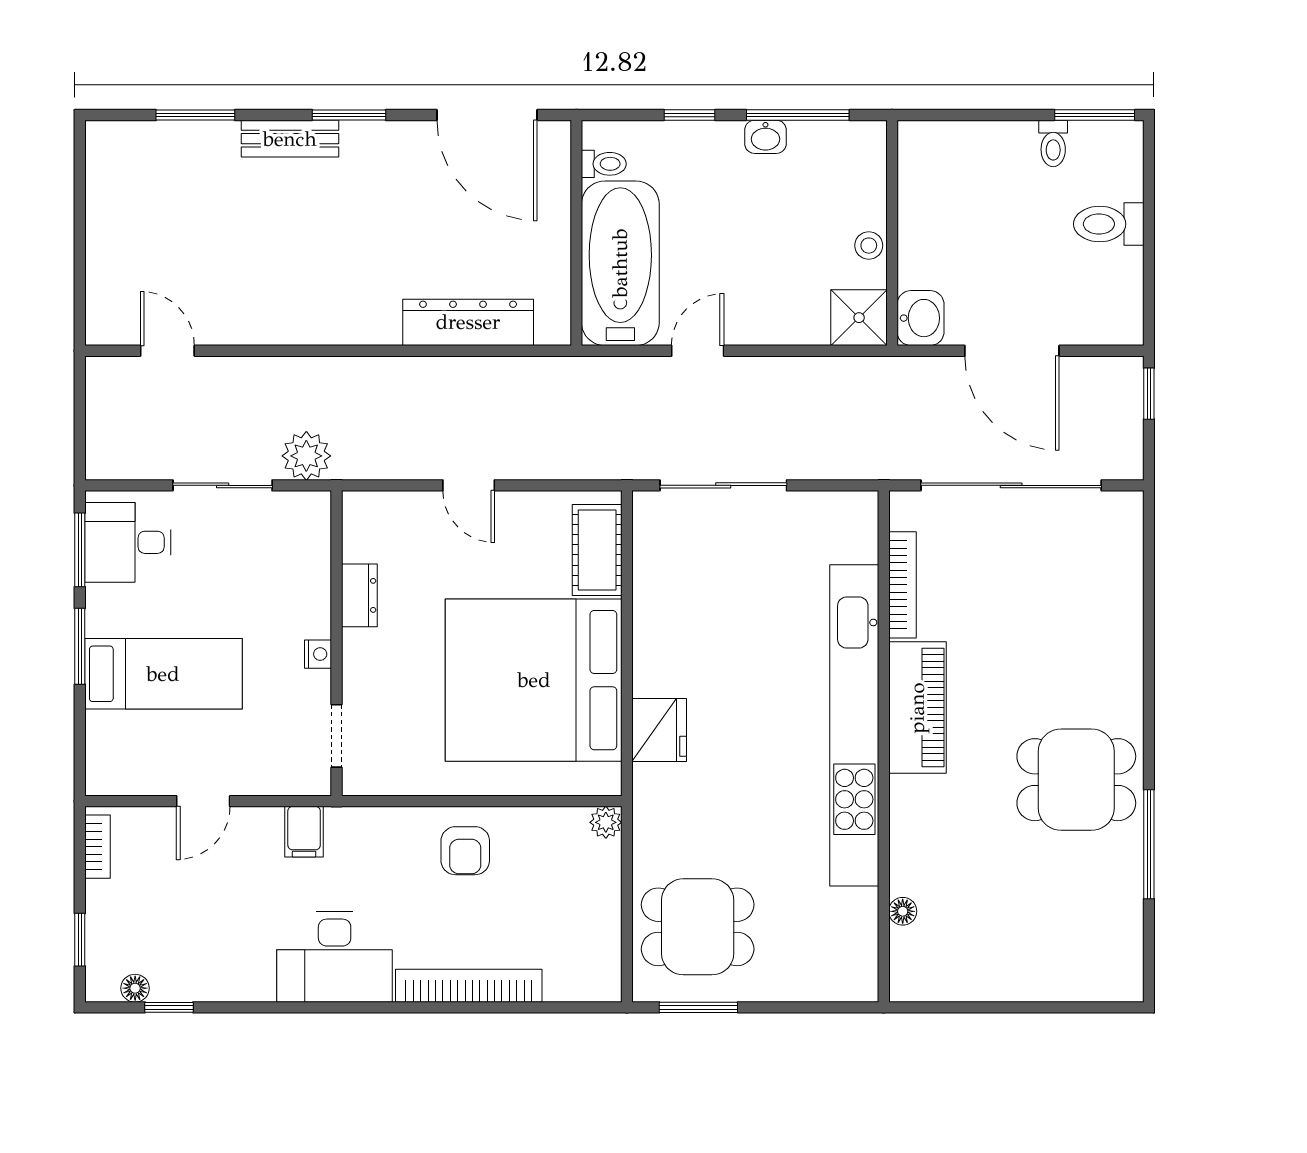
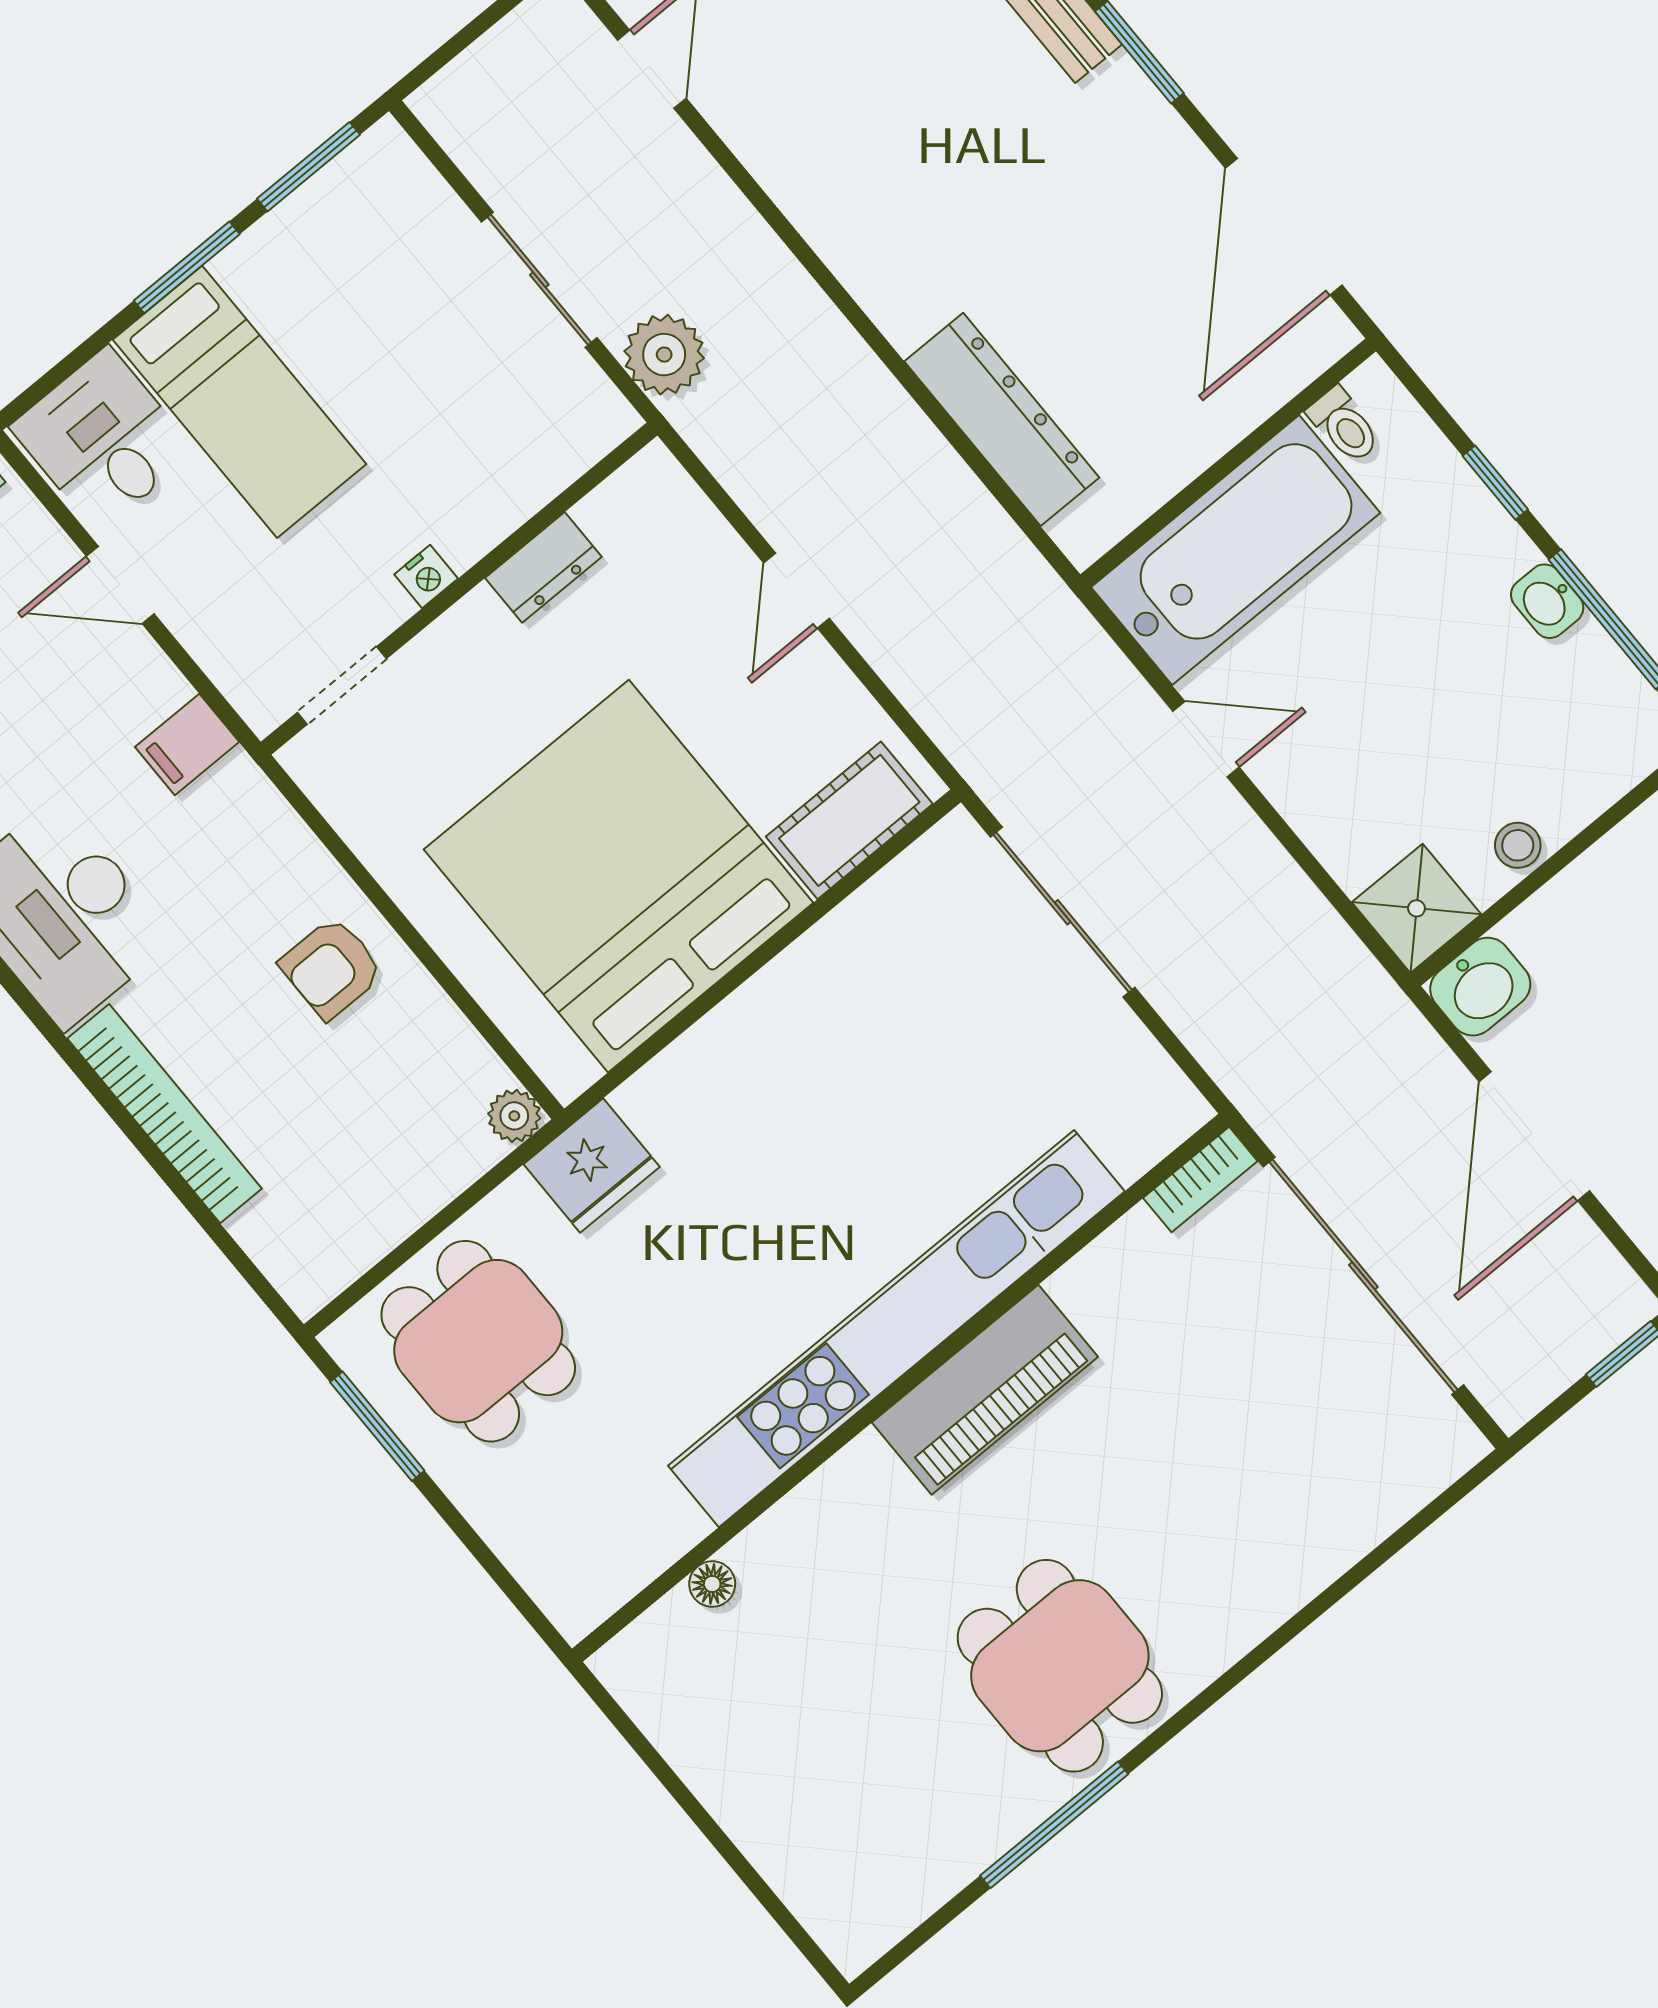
desk: (128, 542) -> (103, 439), moved
bookcase: (902, 585) -> (1200, 1180), moved, width x0.64
fridge: (659, 730) -> (592, 1166), moved

